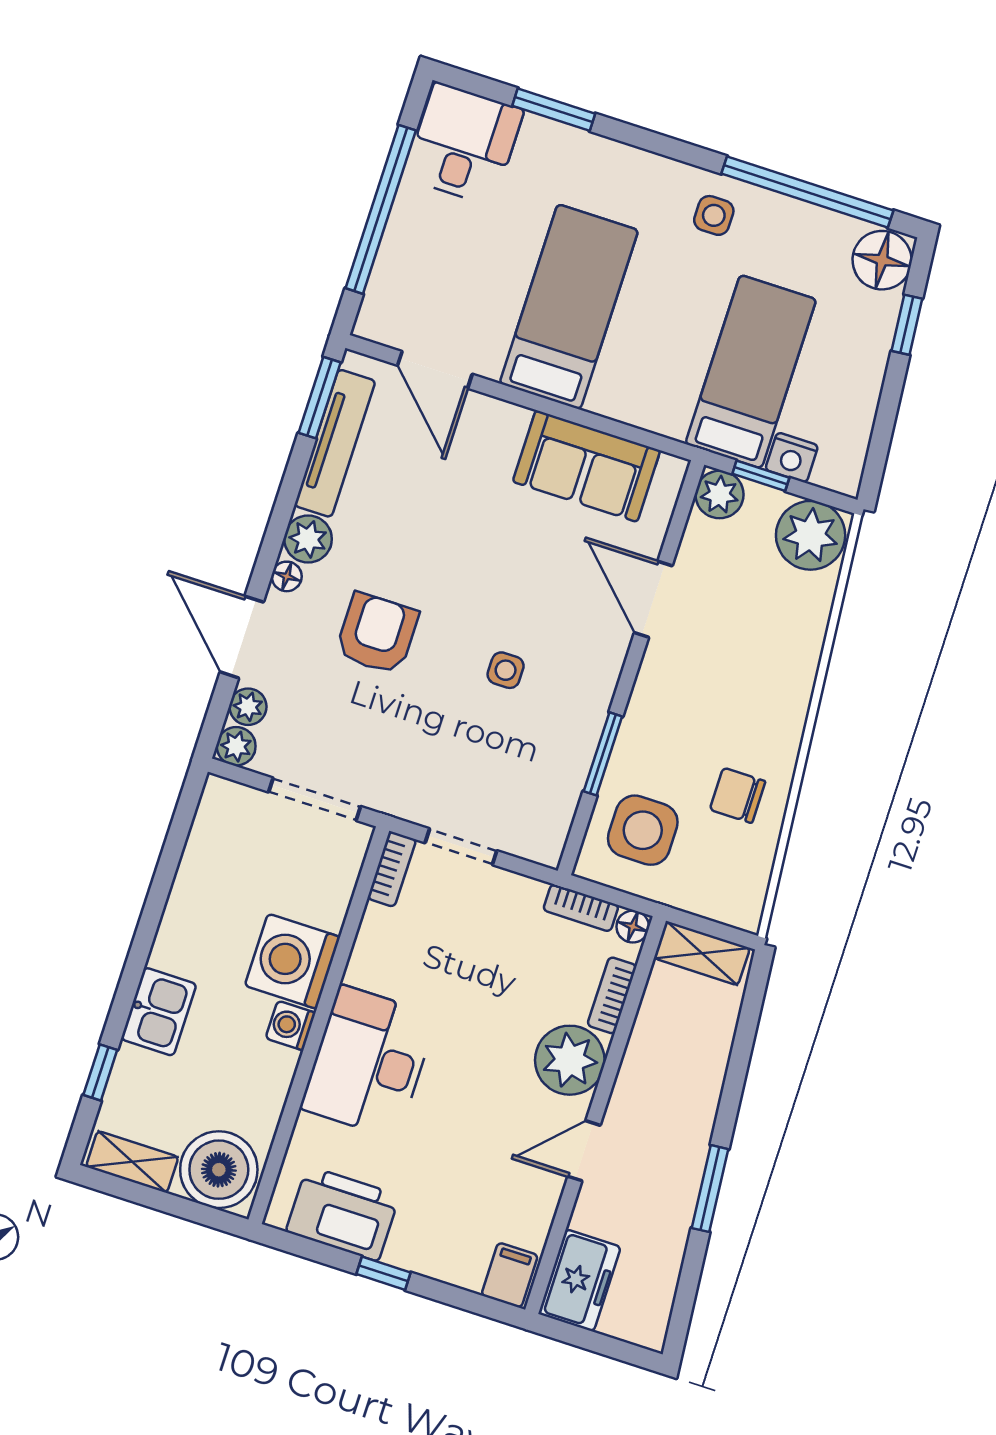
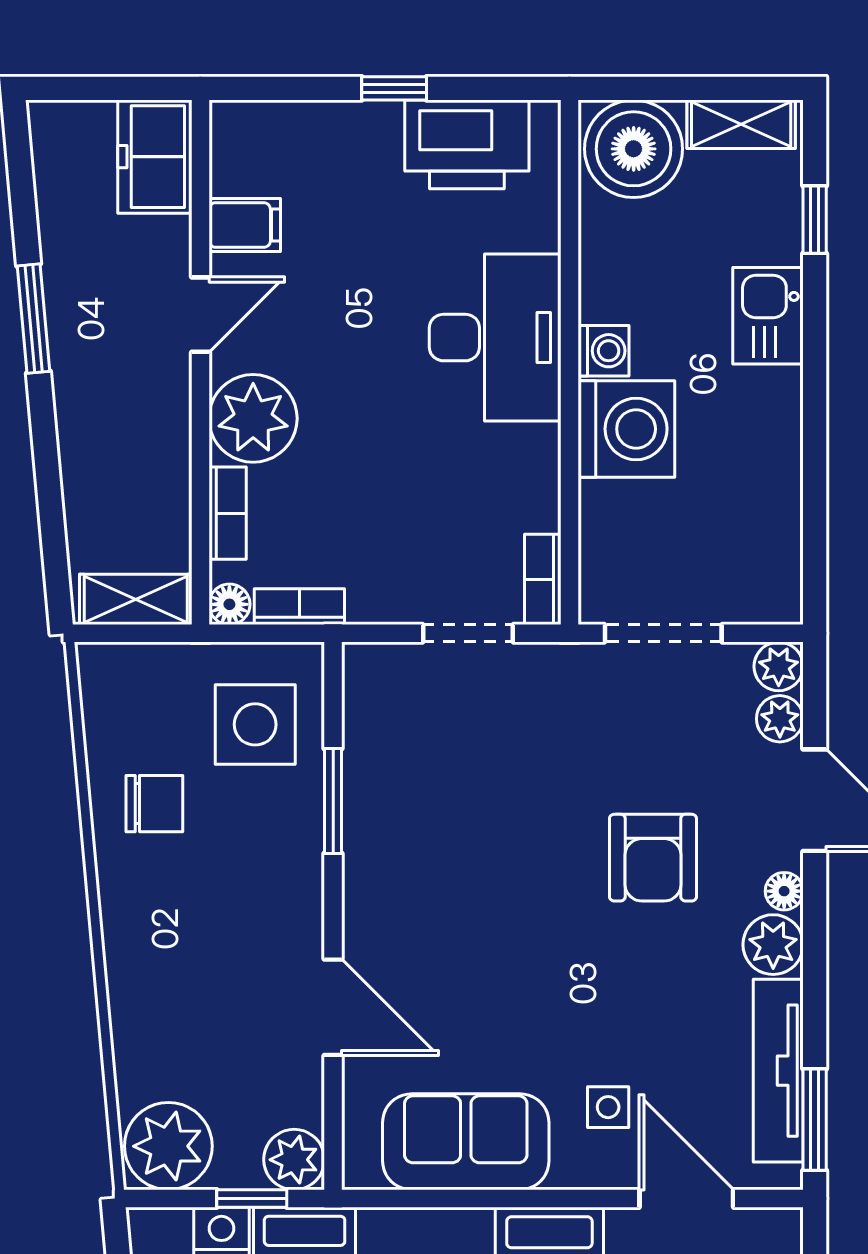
side table: (506, 670) -> (608, 1107), moved
filing cabinet: (510, 1275) -> (245, 225), moved, turned -90

